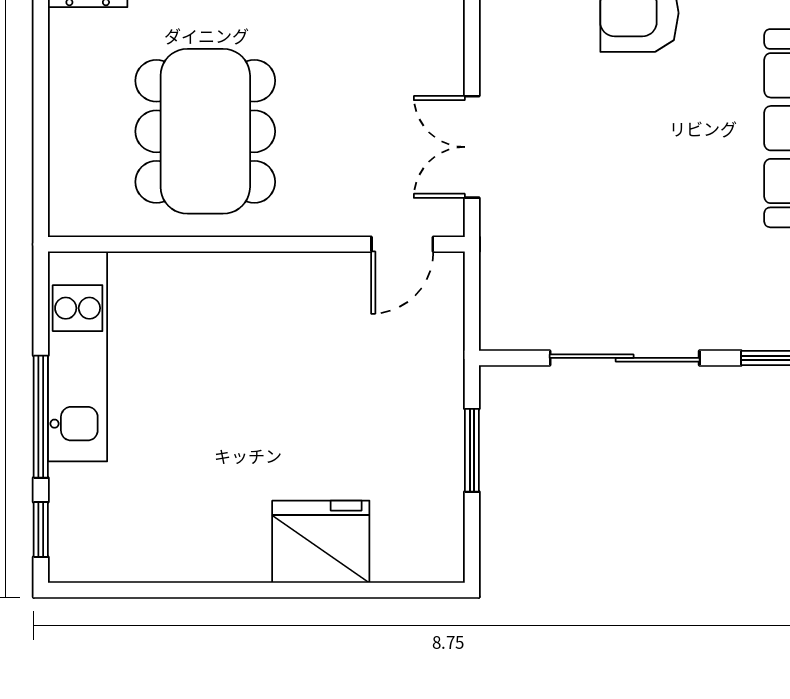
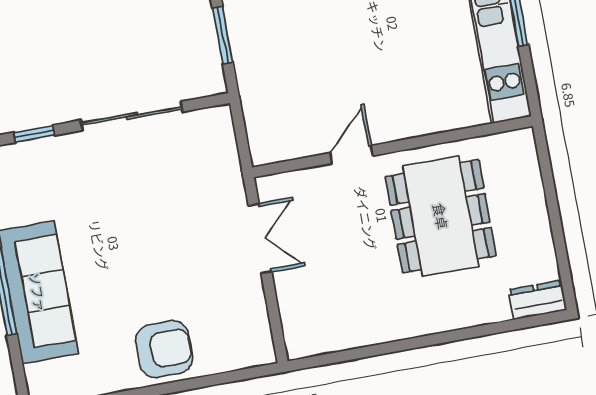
door: (402, 244) -> (351, 154), moved

